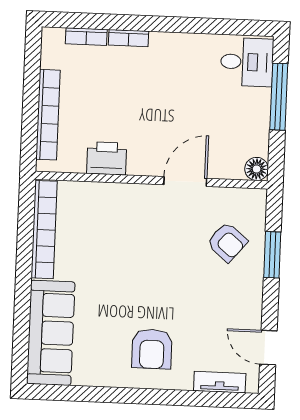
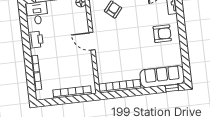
printer: (107, 158) -> (36, 40), moved, turned 180
door: (185, 181) -> (92, 41), moved
window: (20, 351) -> (172, 88), added

